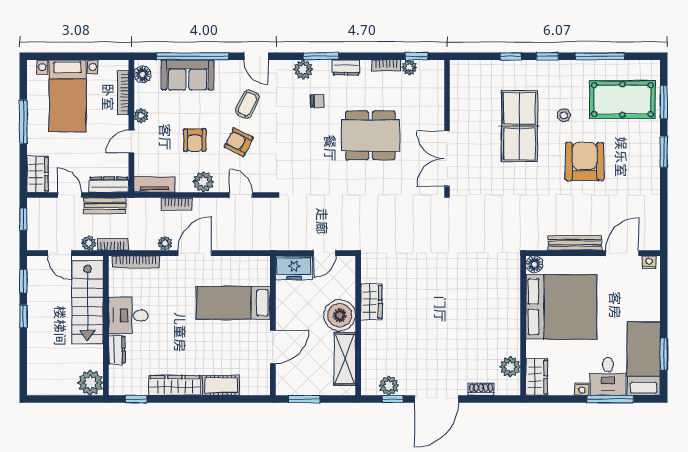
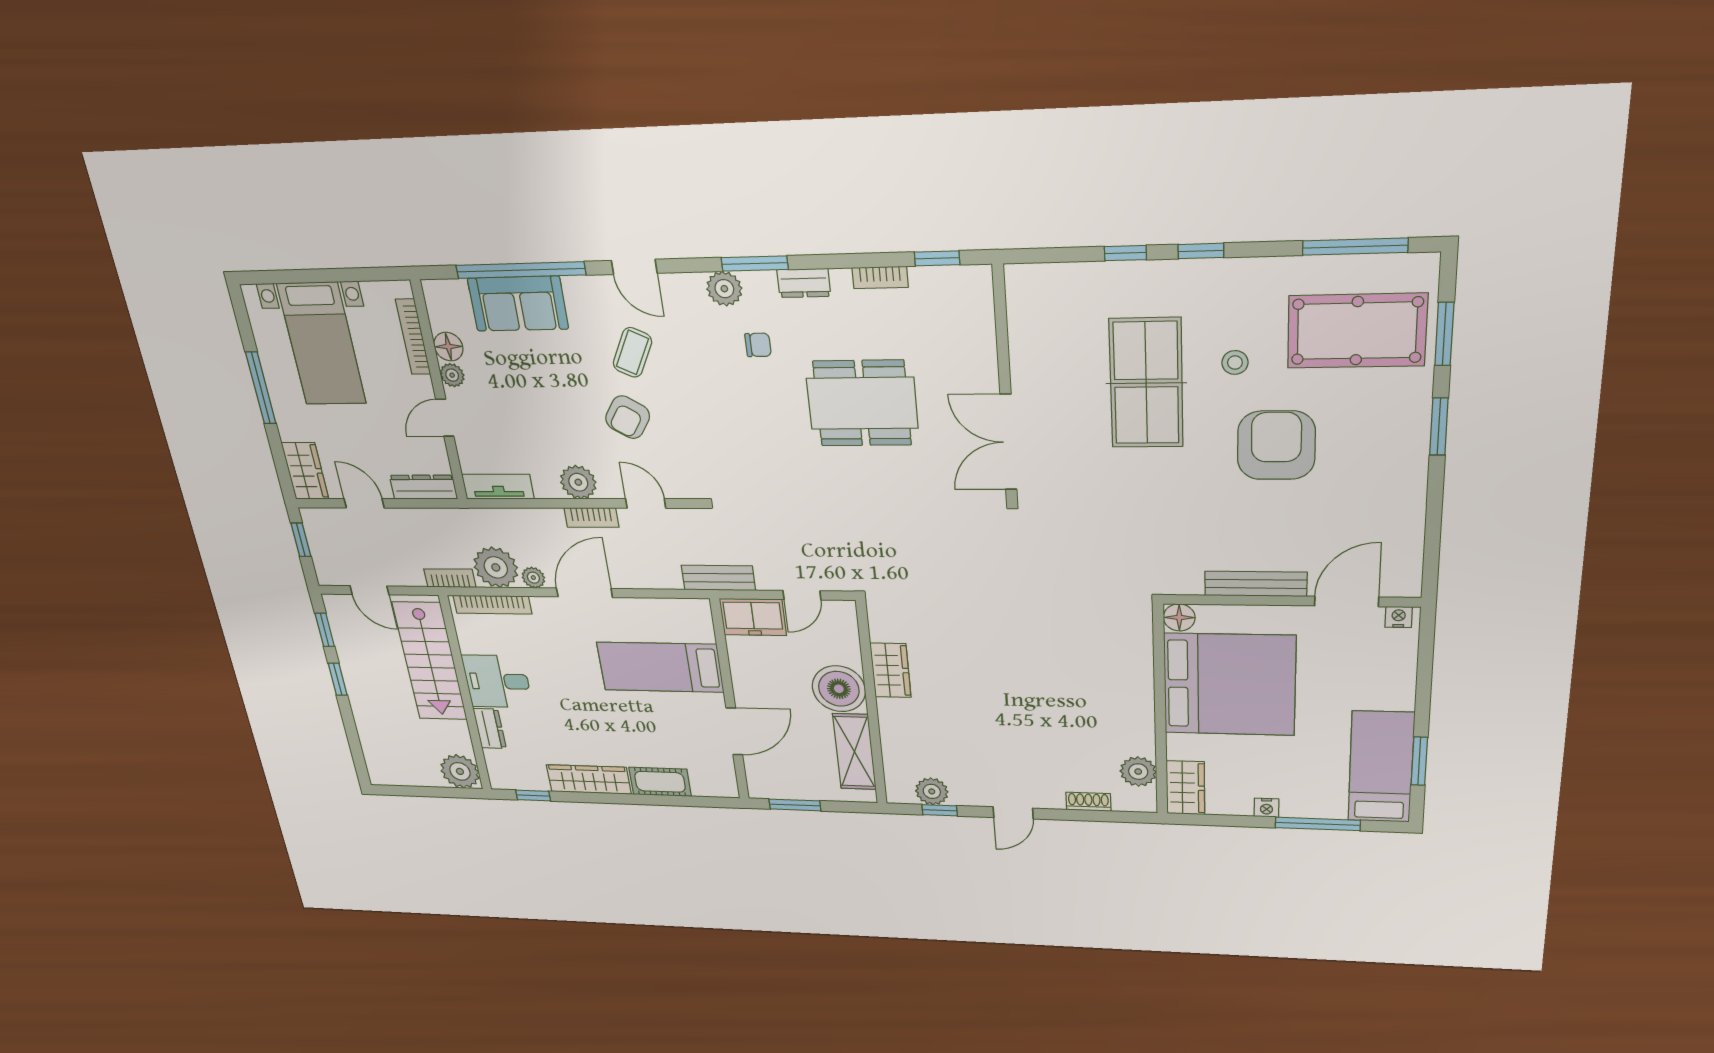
window: (600, 56) -> (1355, 247), moved
plant: (409, 67) -> (925, 280), removed
floor lamp: (142, 74) -> (448, 347), moved
armchair: (195, 140) -> (551, 415), removed
armchair: (239, 142) -> (628, 417), turned -85
bookcase: (177, 204) -> (591, 517), moved
bench: (105, 206) -> (718, 578), moved
plant: (89, 243) -> (496, 567), moved, width x1.87, depth x1.87
desk: (608, 376) -> (1314, 791), removed
door: (437, 399) -> (1013, 813), width x0.53

